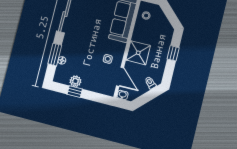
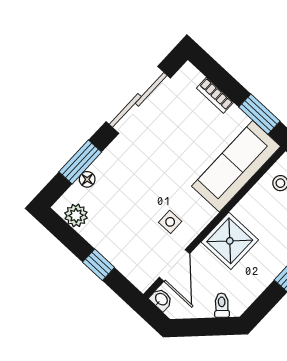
plant: (75, 81) -> (76, 215), moved
window: (75, 92) -> (99, 265), moved

